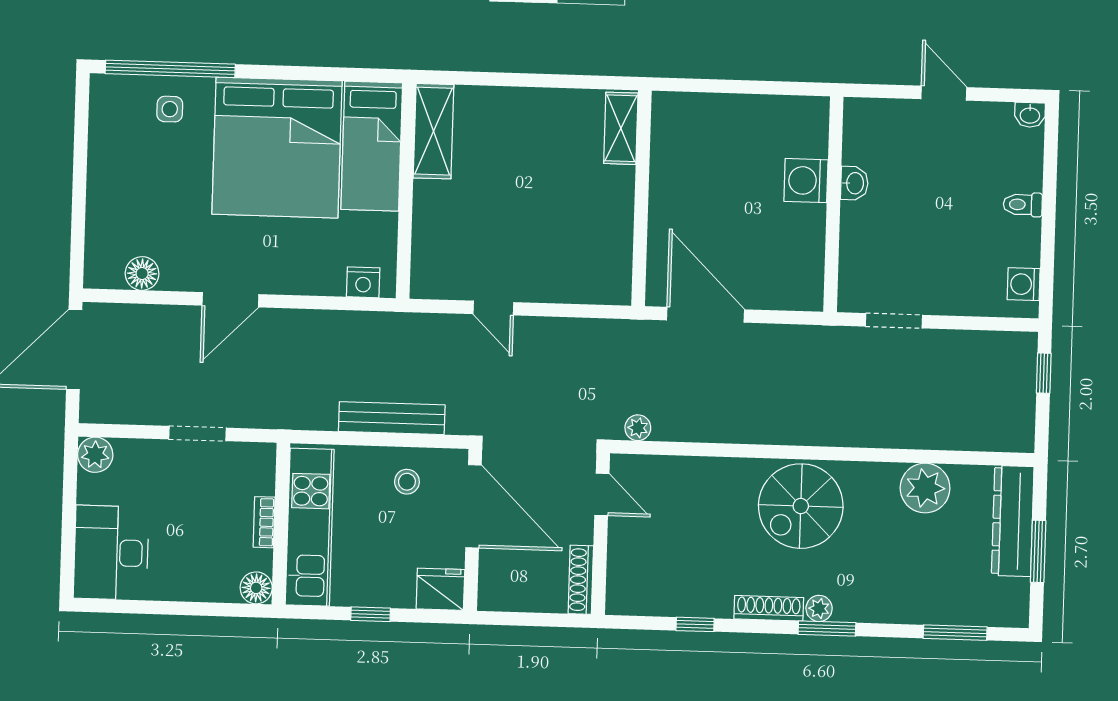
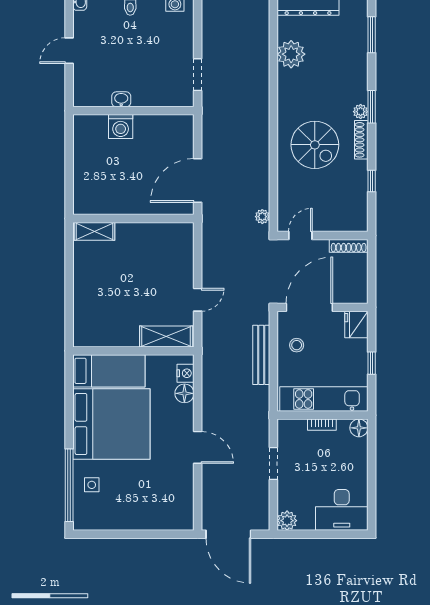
shelving: (433, 131) -> (166, 336), moved
floor lamp: (142, 274) -> (184, 393), moved
spiral stairs: (801, 506) -> (315, 145), moved

